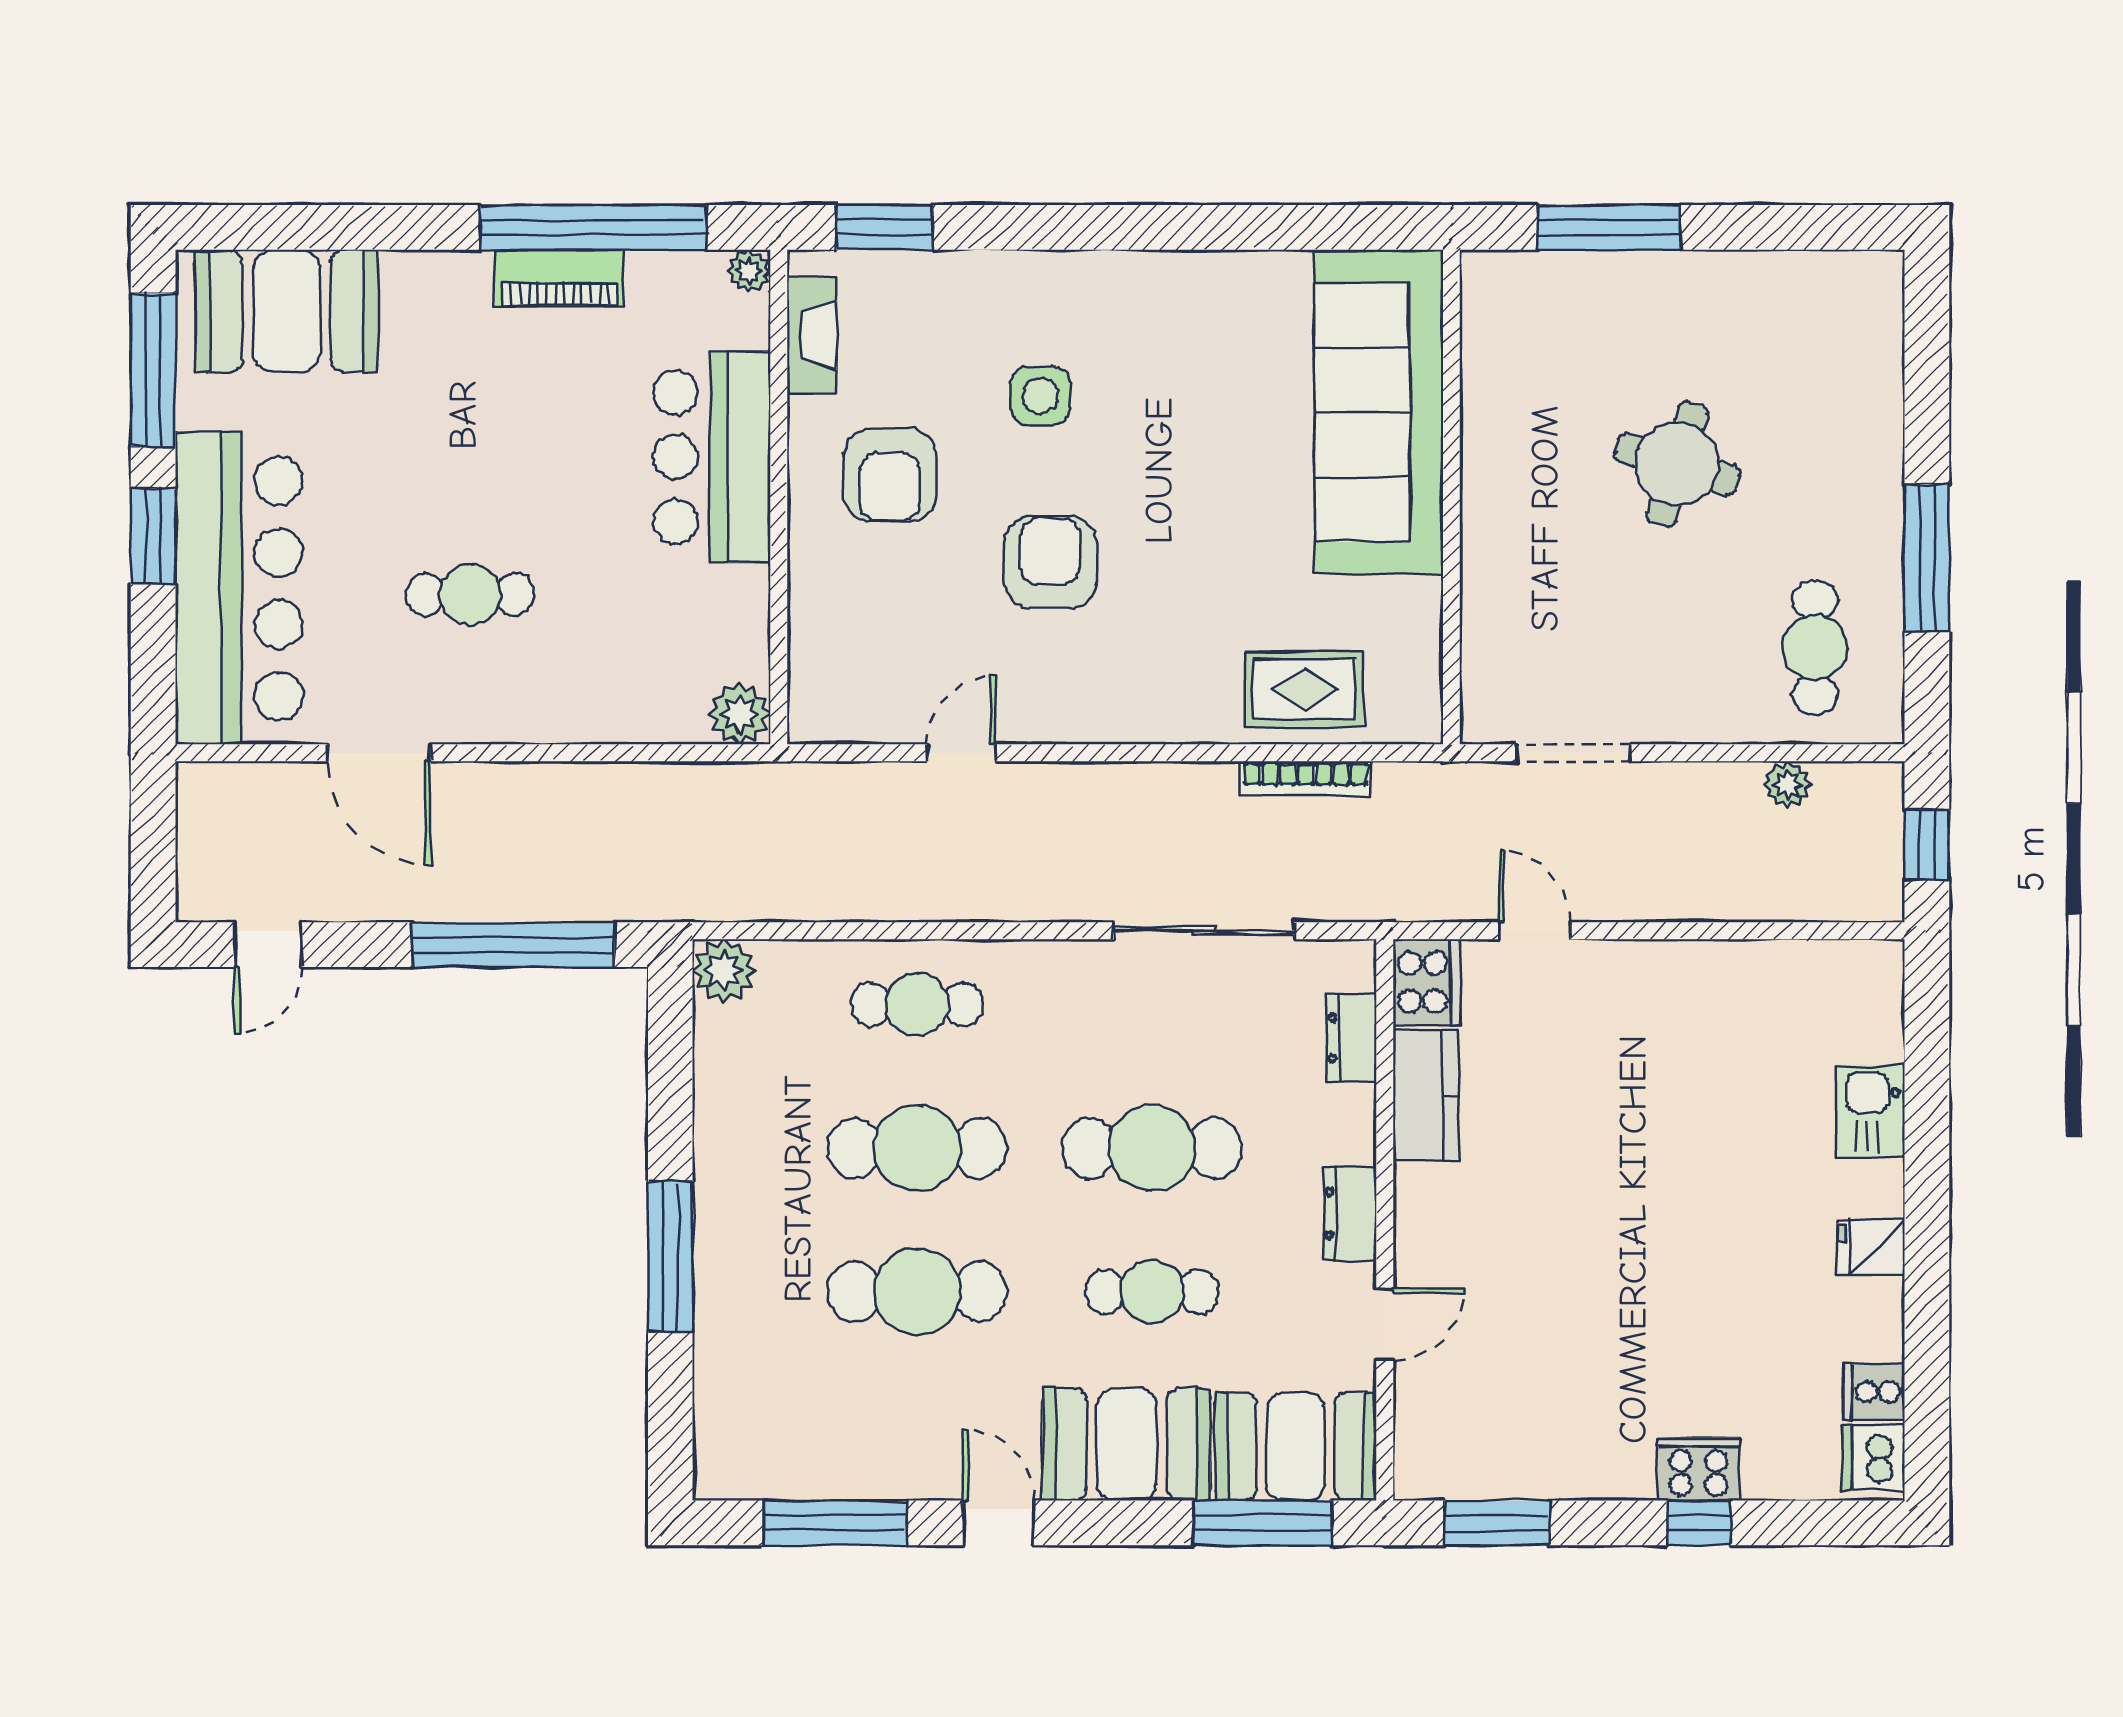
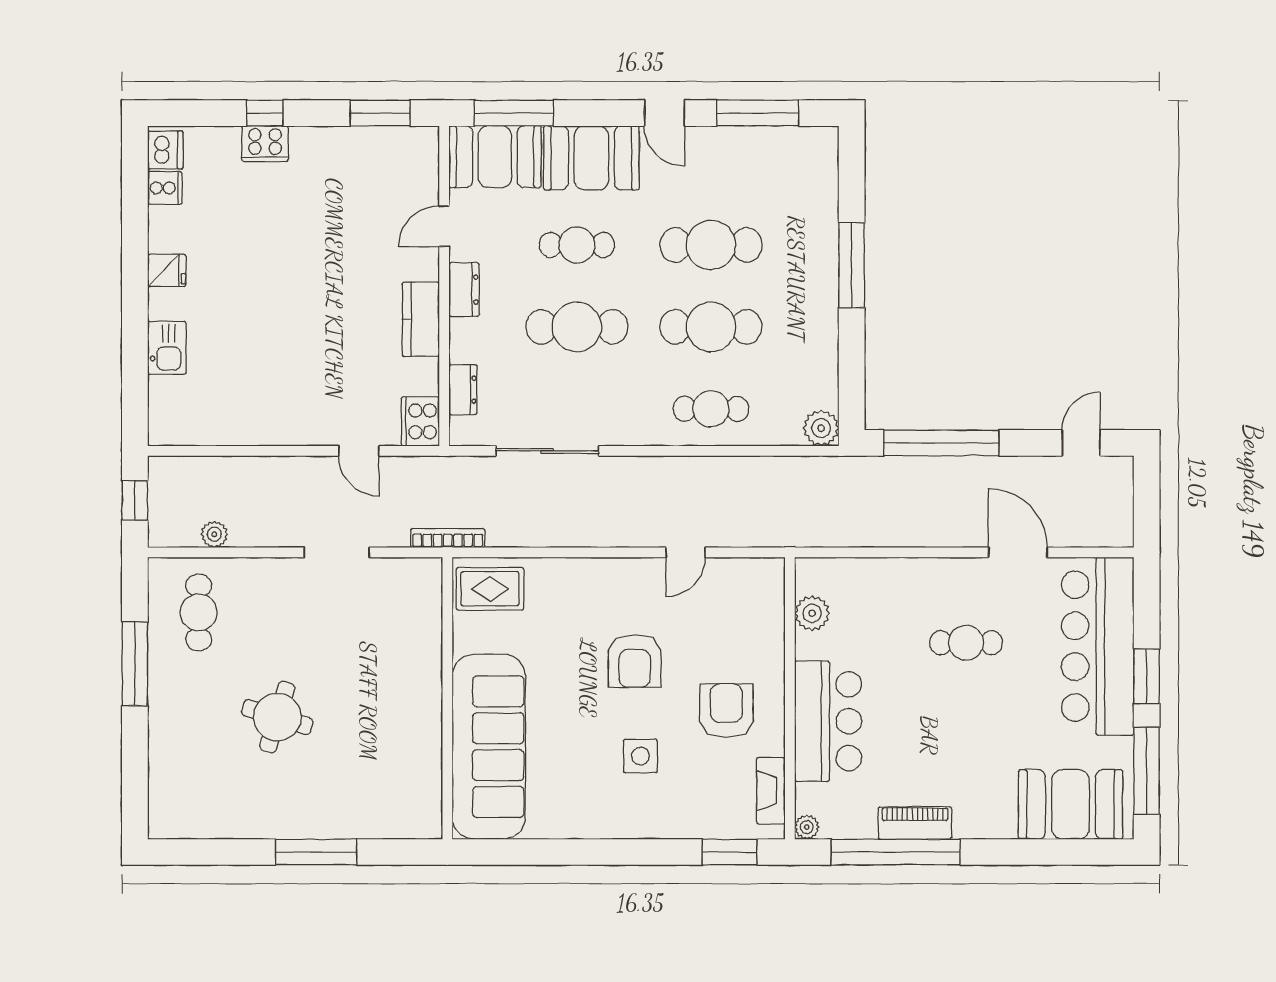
sofa: (1379, 412) -> (489, 747), moved
wall: (1451, 497) -> (447, 698), moved
plant: (740, 714) -> (812, 613), moved
bookcase: (1306, 778) -> (448, 538), moved
kitchen counter: (1426, 1095) -> (421, 319), moved

